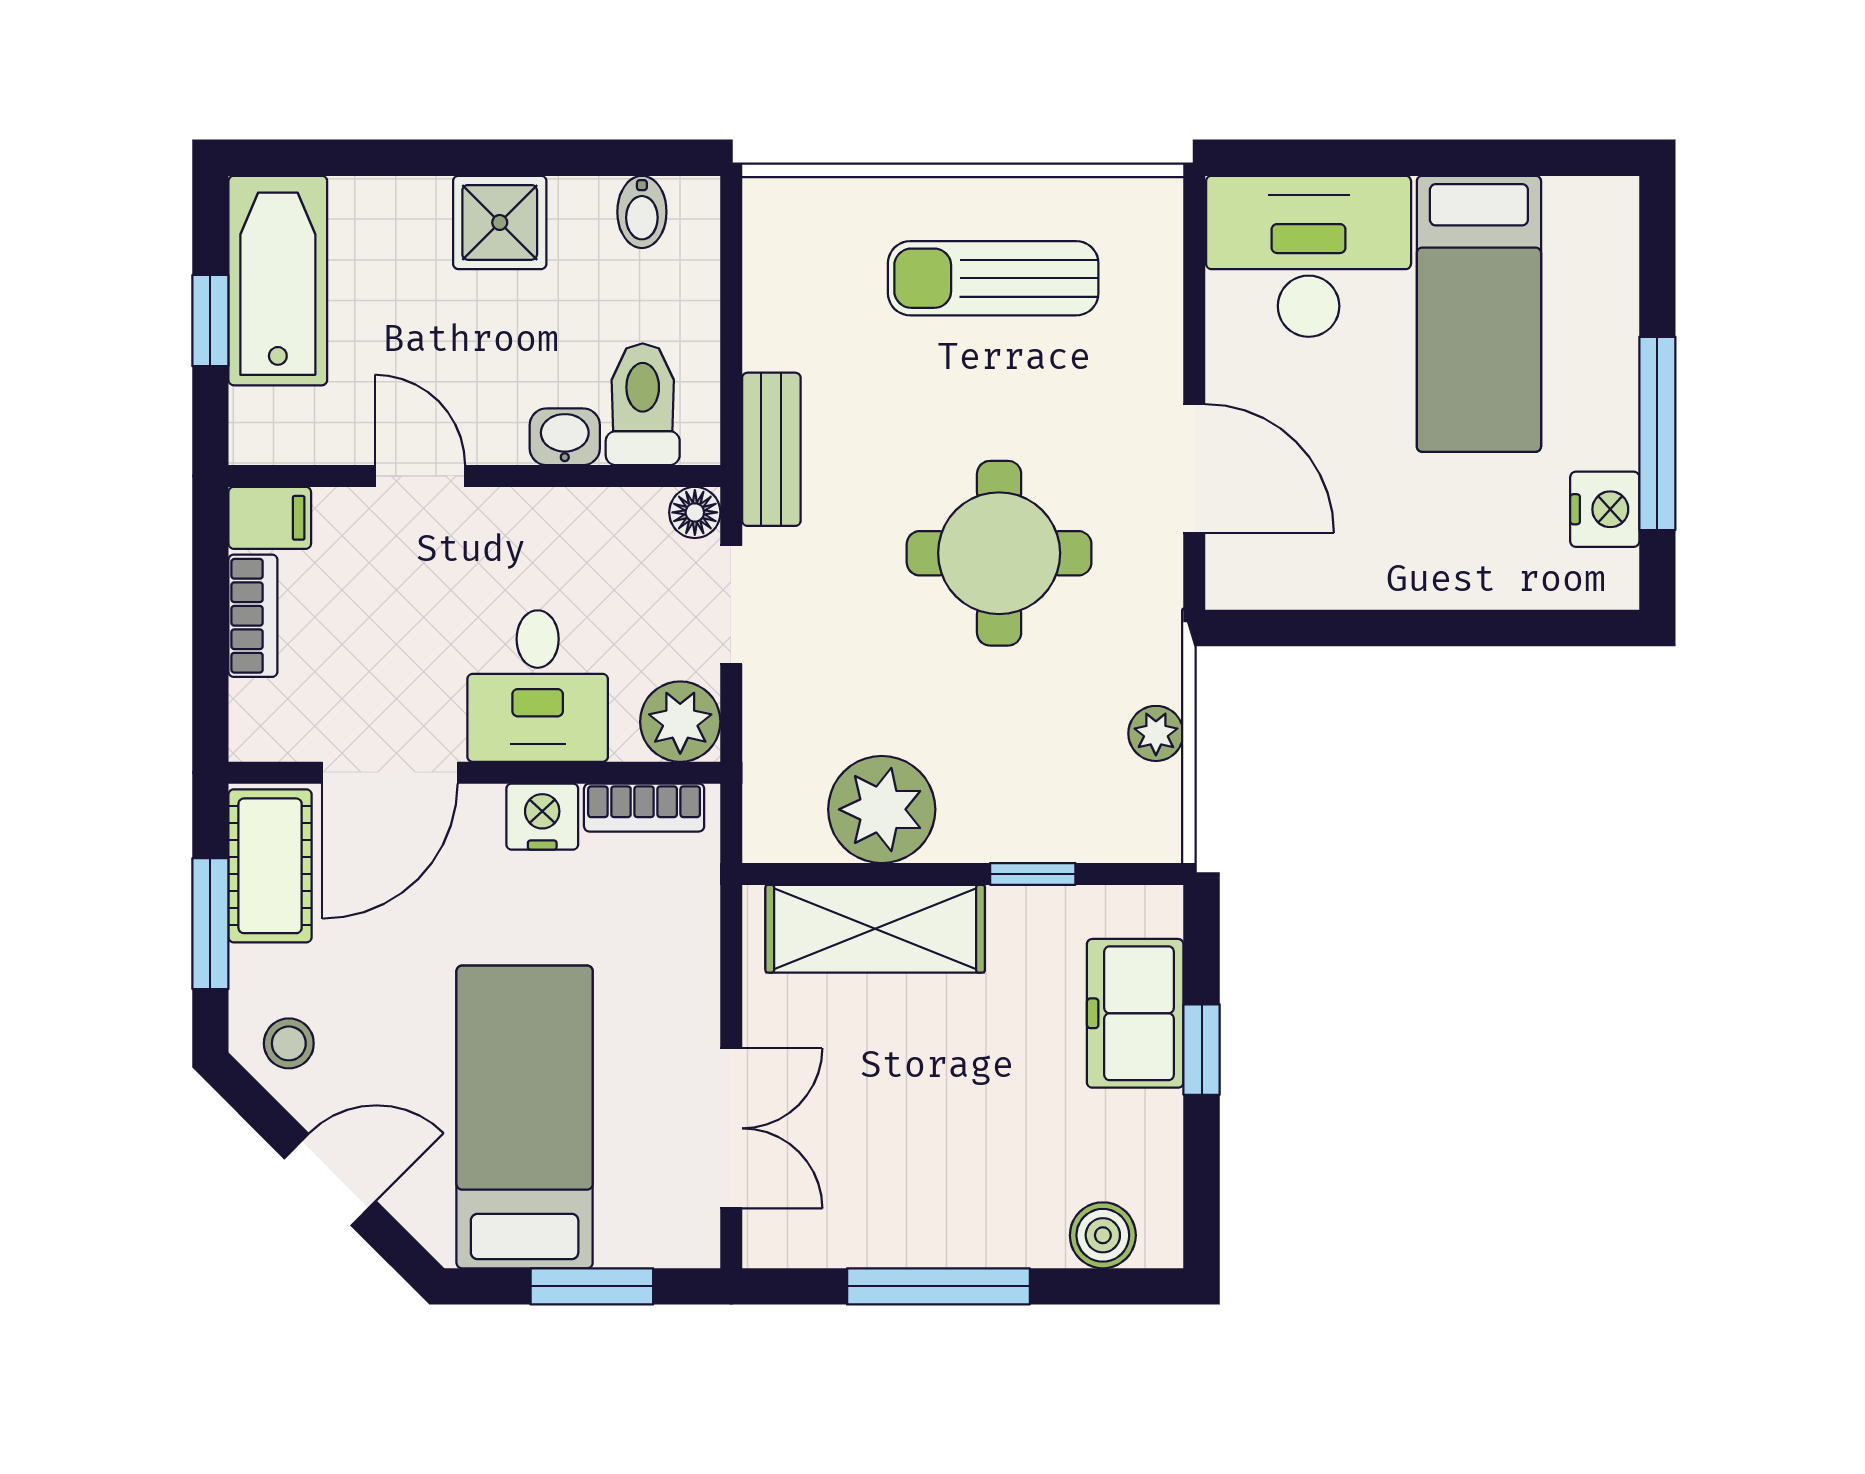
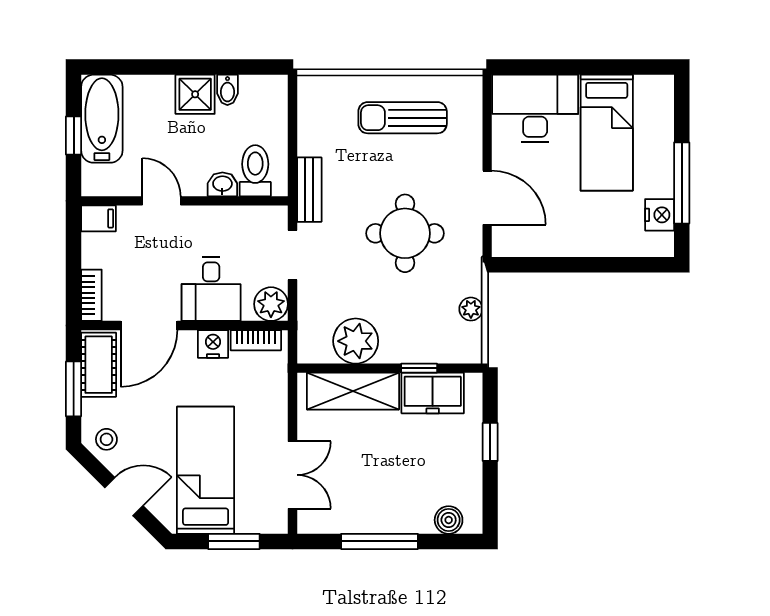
bidet: (642, 212) -> (227, 90), moved
floor lamp: (695, 512) -> (277, 216), removed
bookcase: (253, 616) -> (91, 295), moved
freezer: (1135, 1013) -> (433, 393), moved, turned -90

